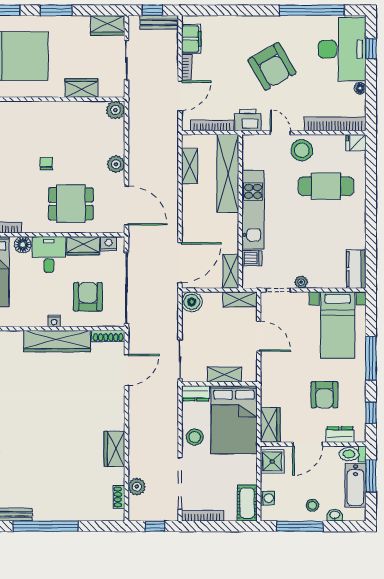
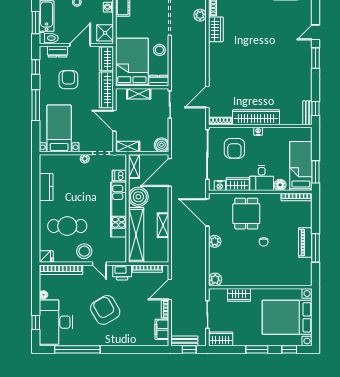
shelving: (190, 166) -> (163, 225), moved
dining table: (71, 204) -> (246, 214), turned 90
boiler: (225, 228) -> (138, 197), added
kitchen counter: (356, 269) -> (46, 187), moved
wardrobe: (270, 380) -> (106, 90), added
wardrobe: (114, 449) -> (216, 29), moved

